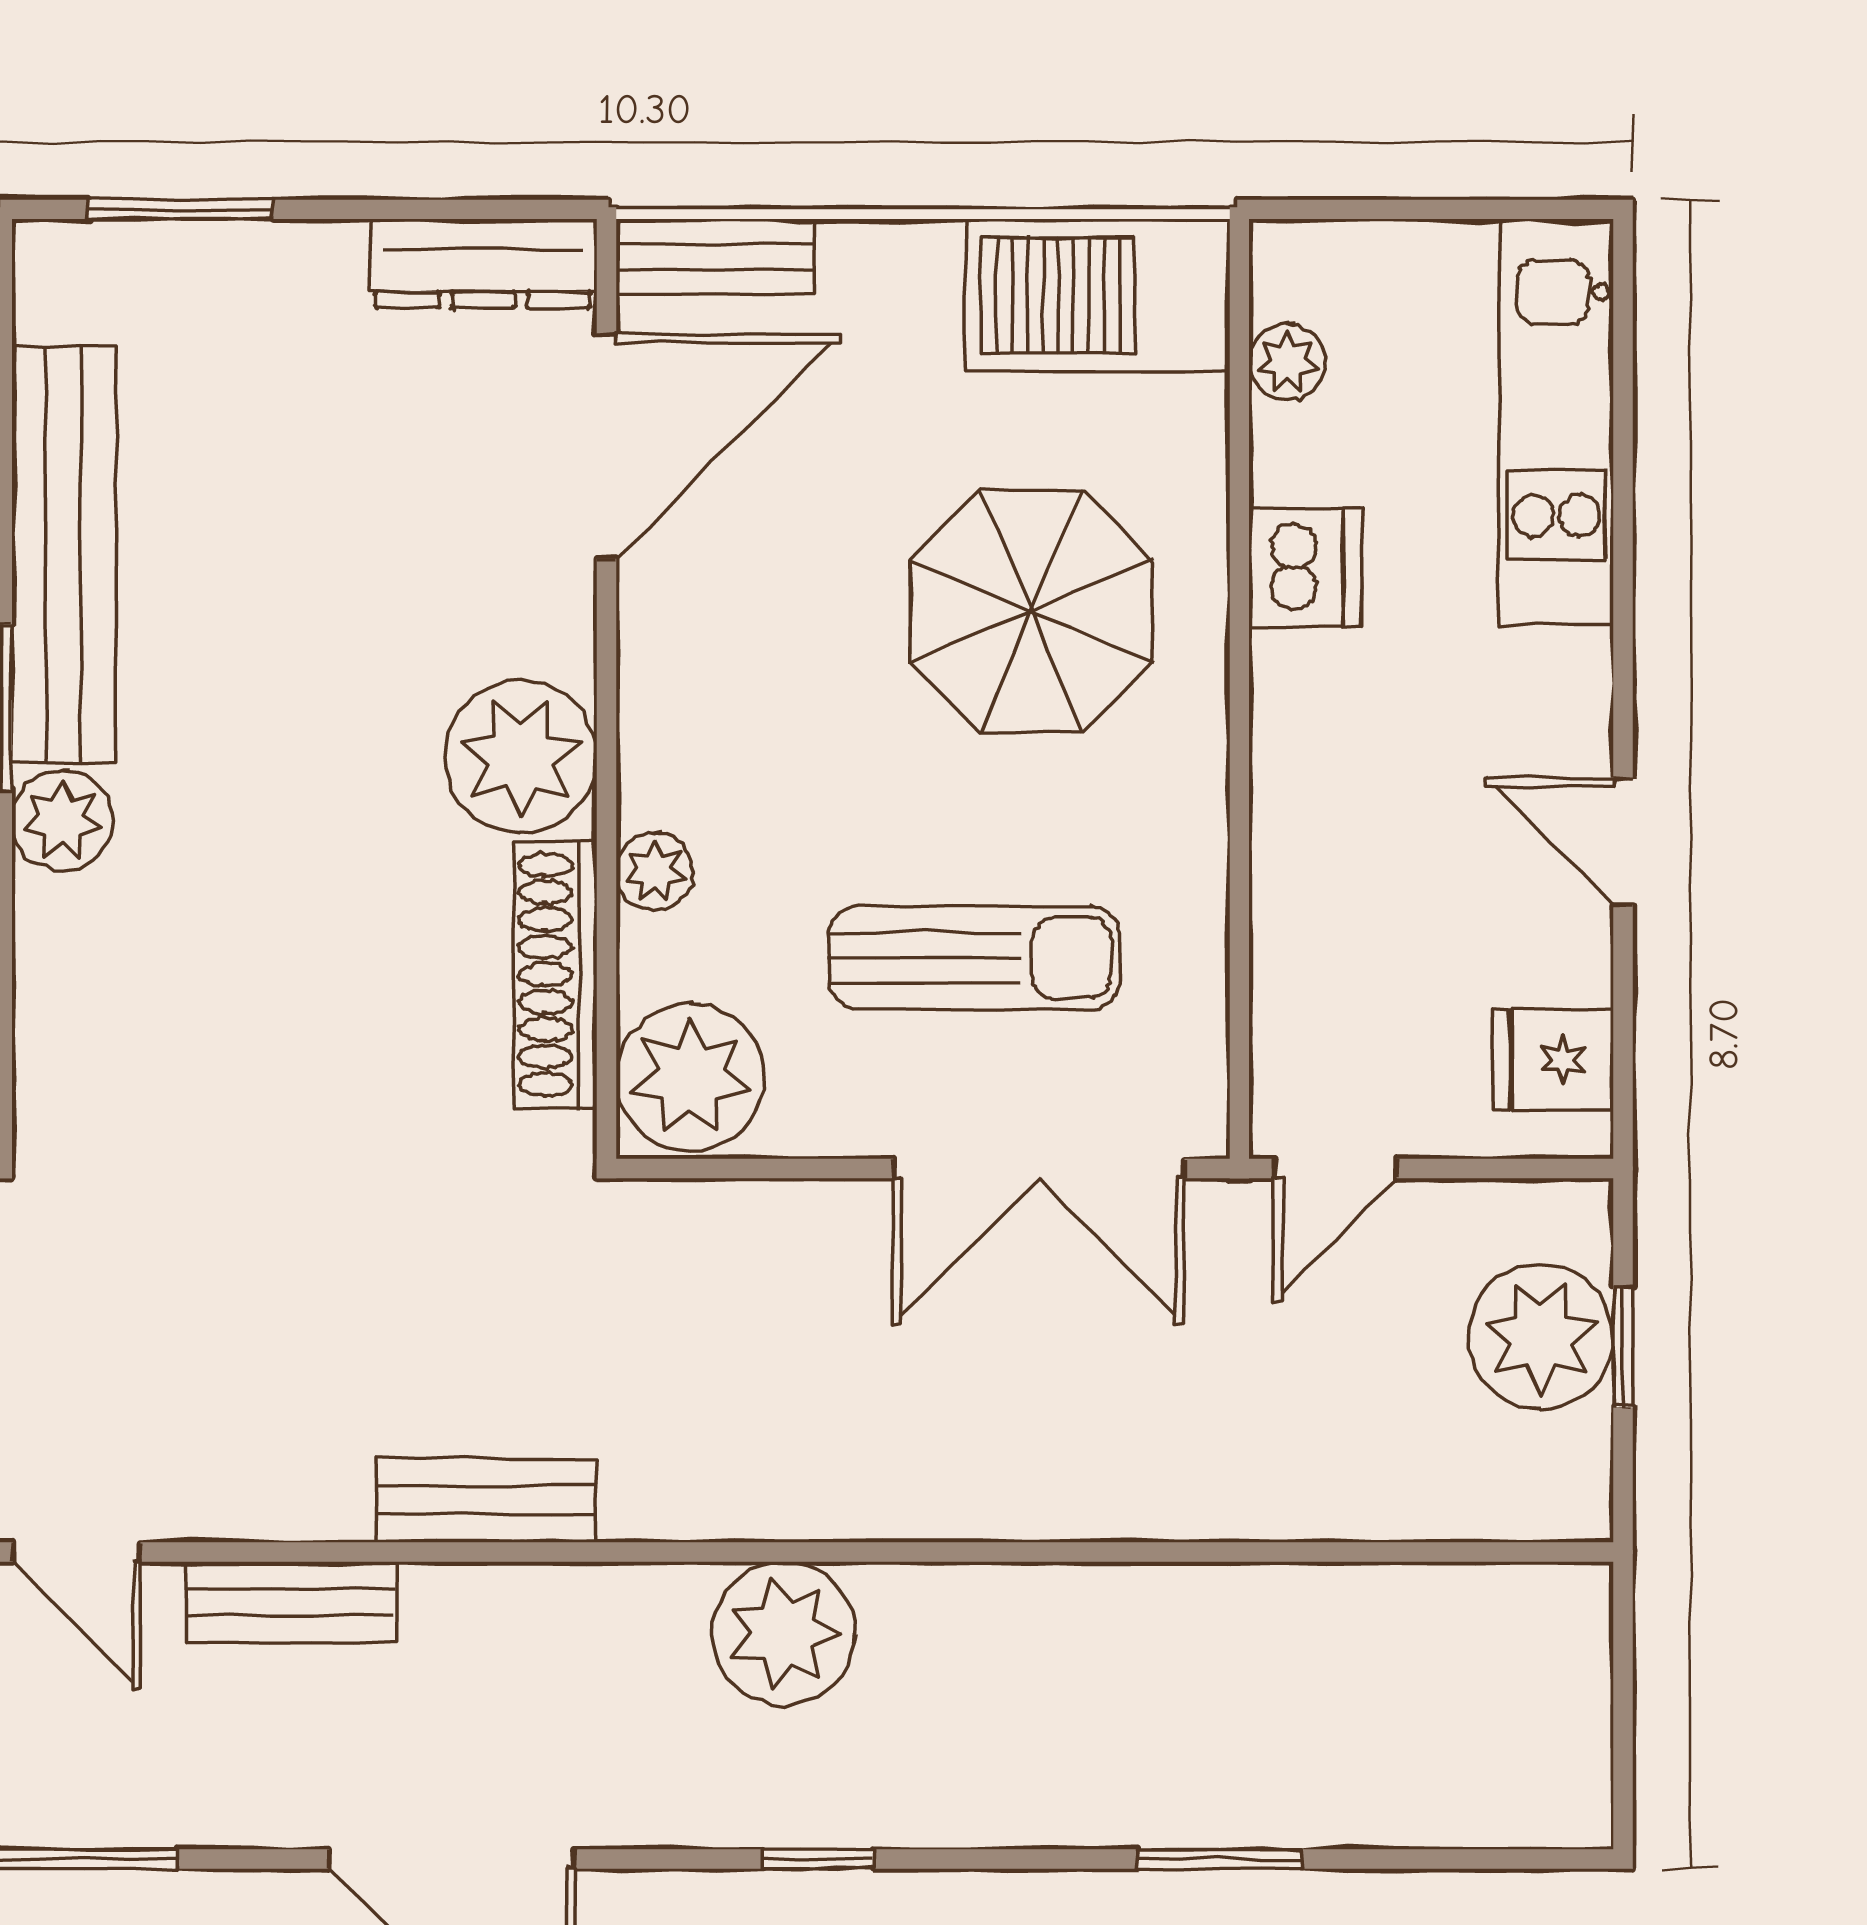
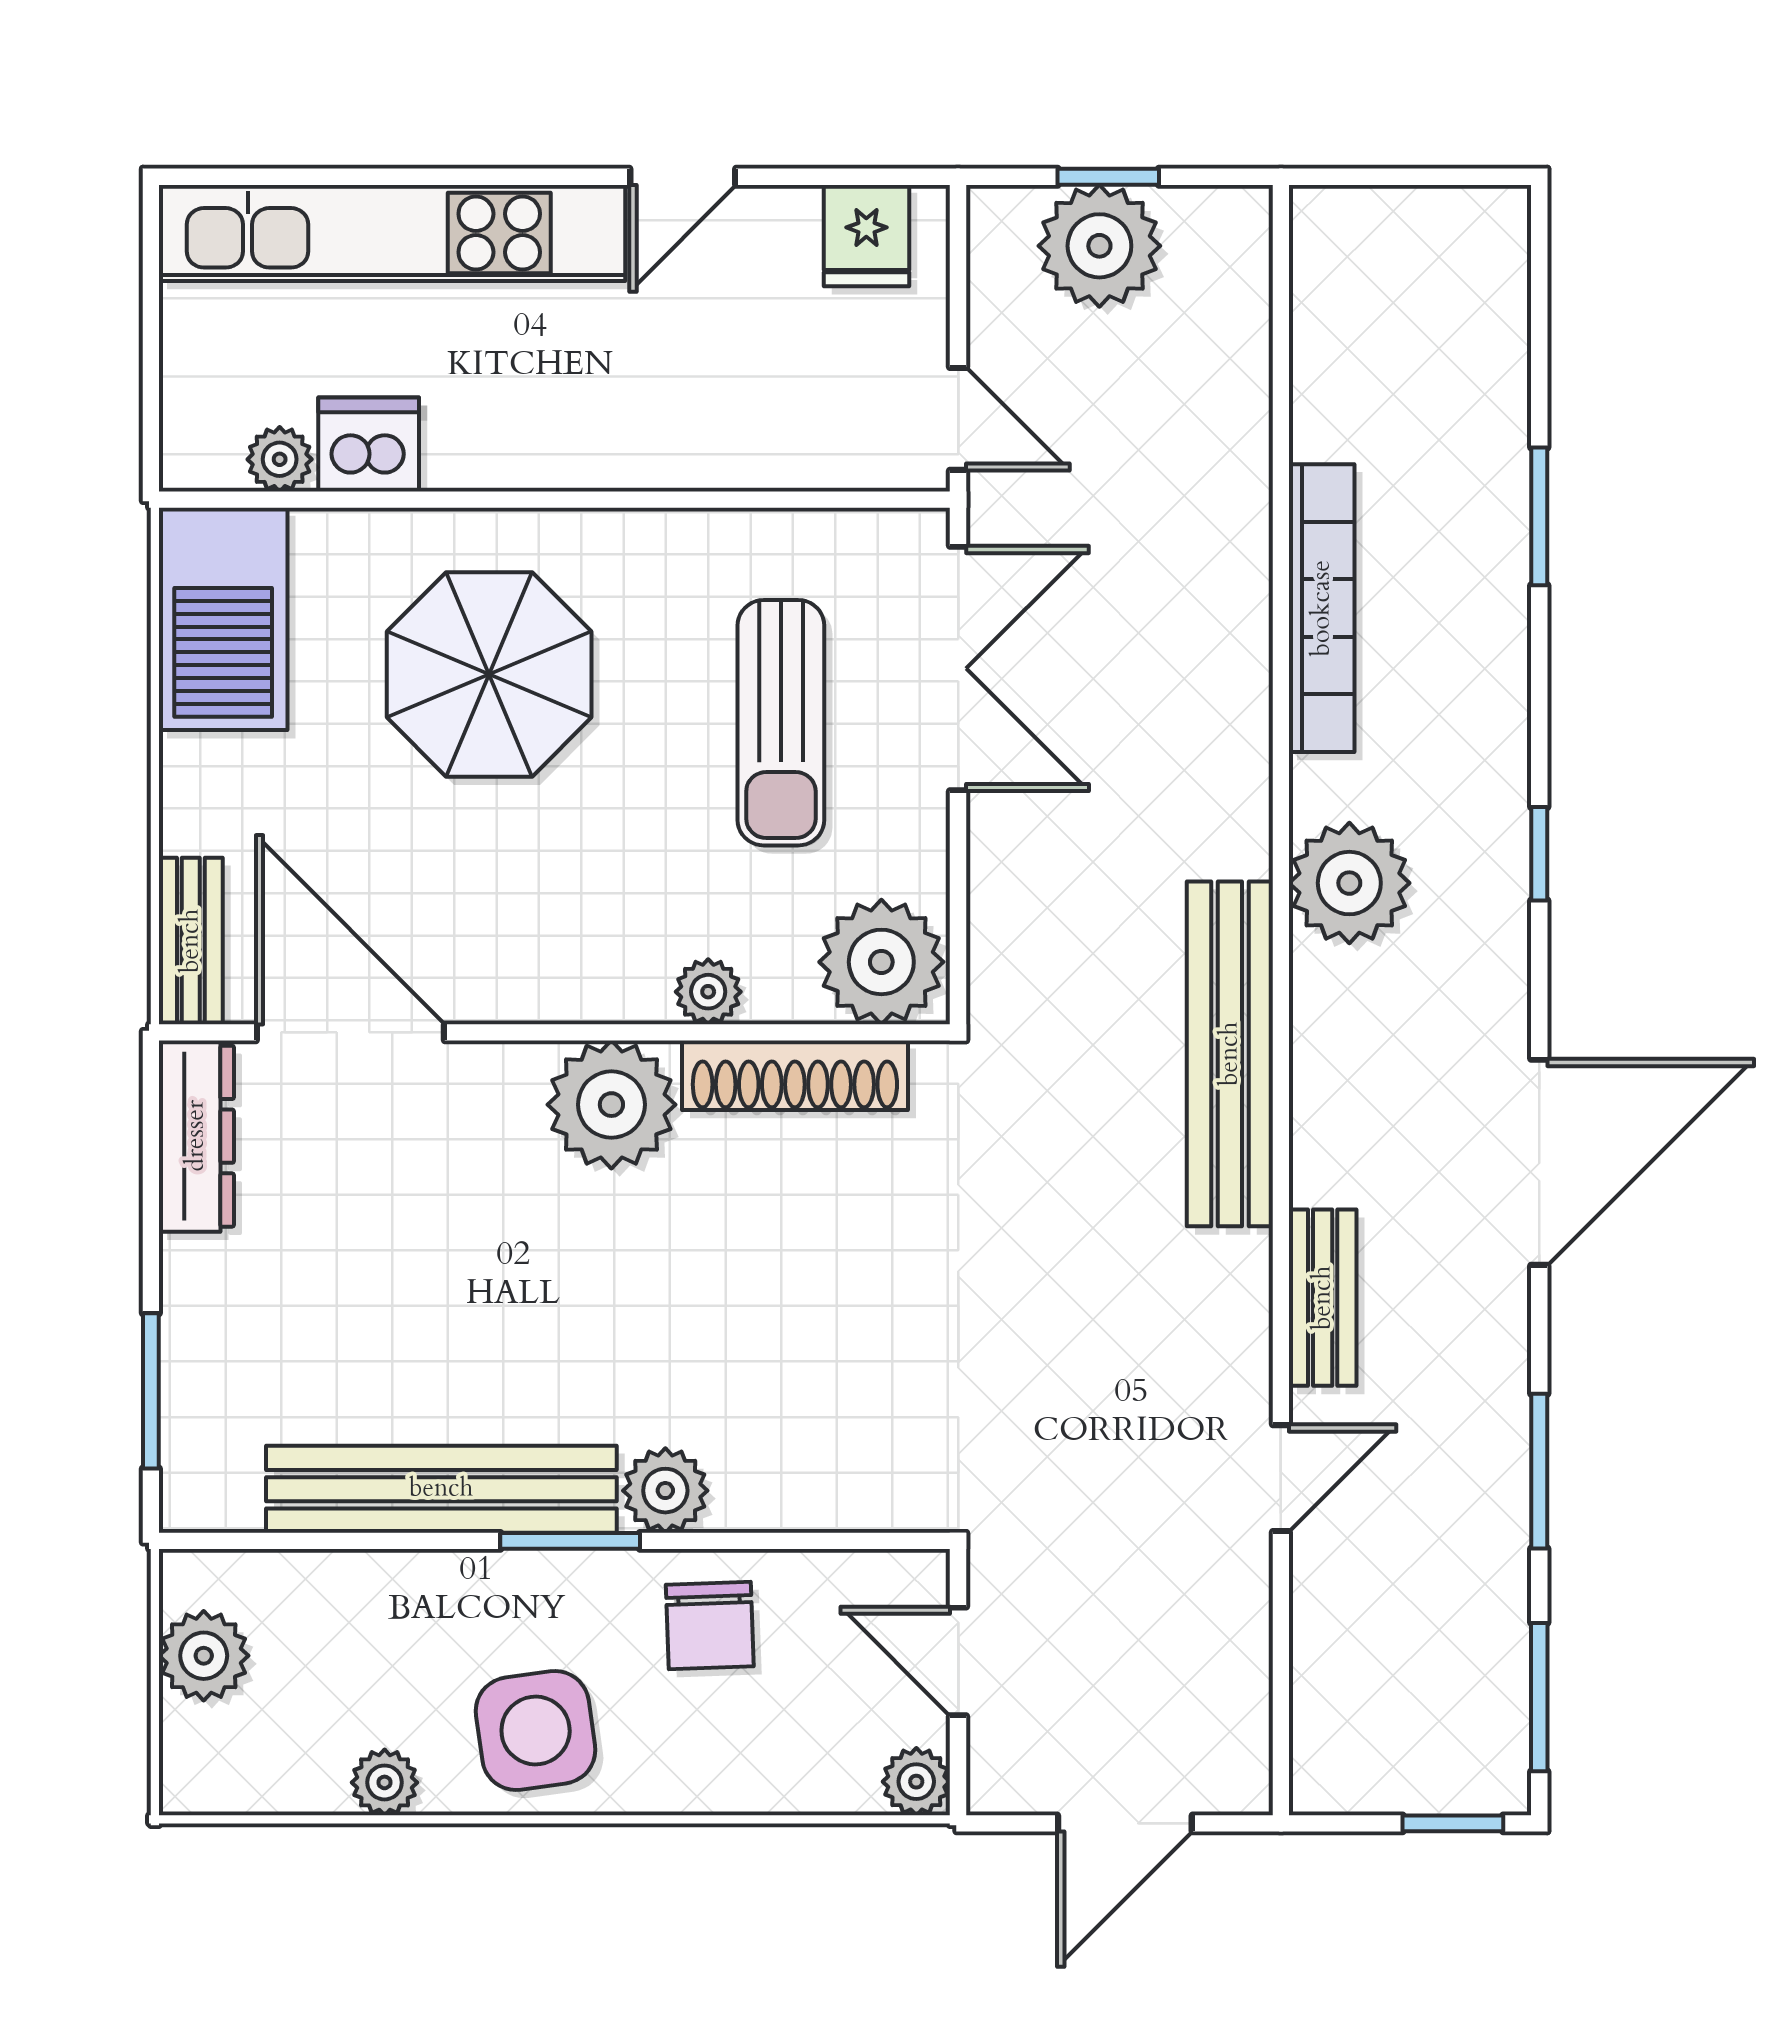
kitchen unit: (1556, 422) -> (392, 233), width x1.36
dishwasher: (1305, 568) -> (369, 444), moved
sun lounger: (974, 958) -> (781, 723), turned 180
bench: (486, 1500) -> (1230, 1054), width x1.86, depth x1.21
bookcase: (1111, 1600) -> (1322, 608), added

